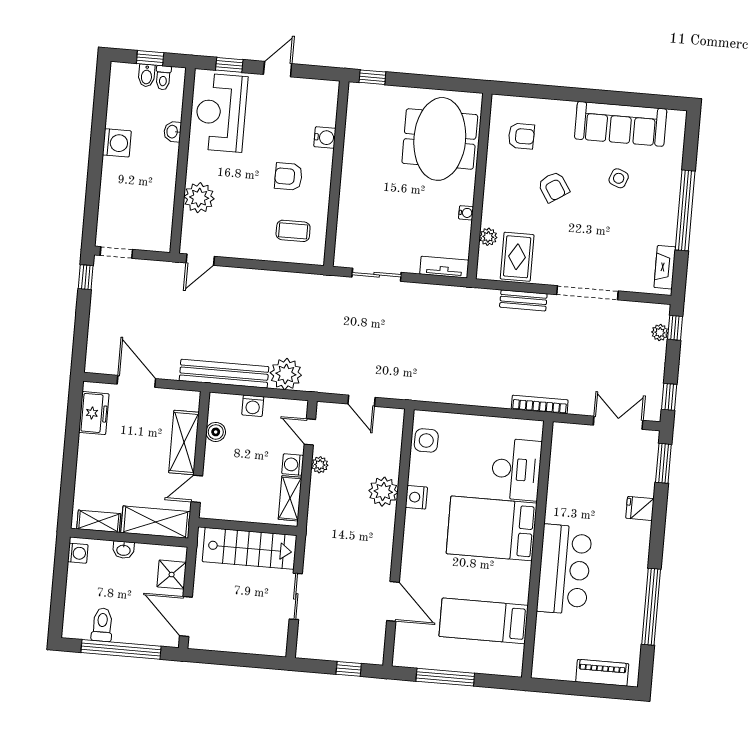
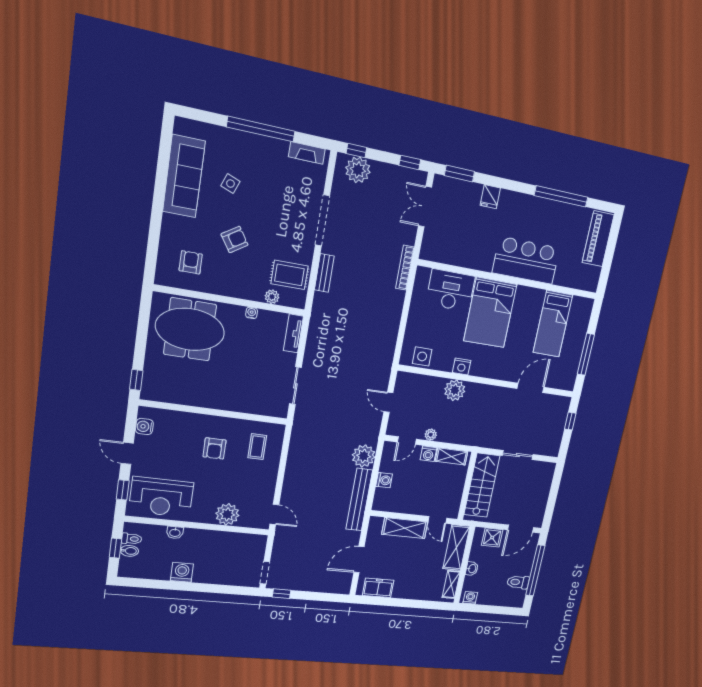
water cooler: (325, 137) -> (144, 427), moved, turned -90
plant: (660, 332) -> (358, 170), width x1.87, depth x1.87
door: (361, 401) -> (388, 402), swing flipped
boiler: (216, 432) -> (400, 506), removed
piano: (602, 673) -> (598, 239), width x1.37, depth x1.33

